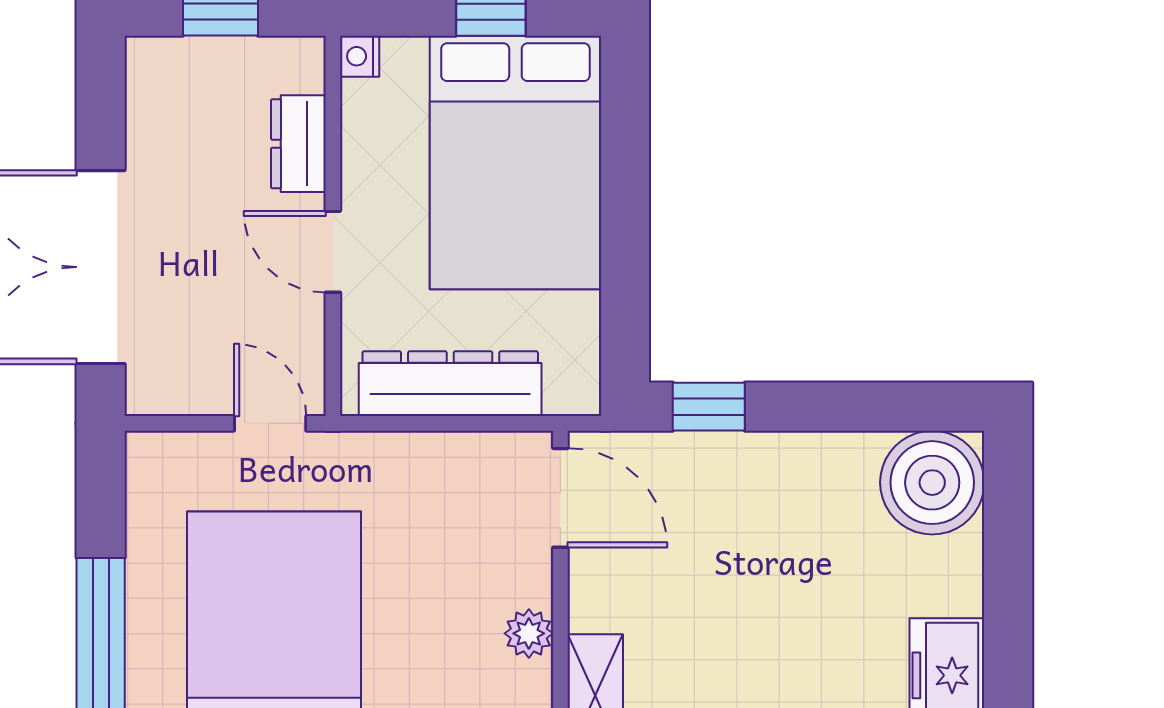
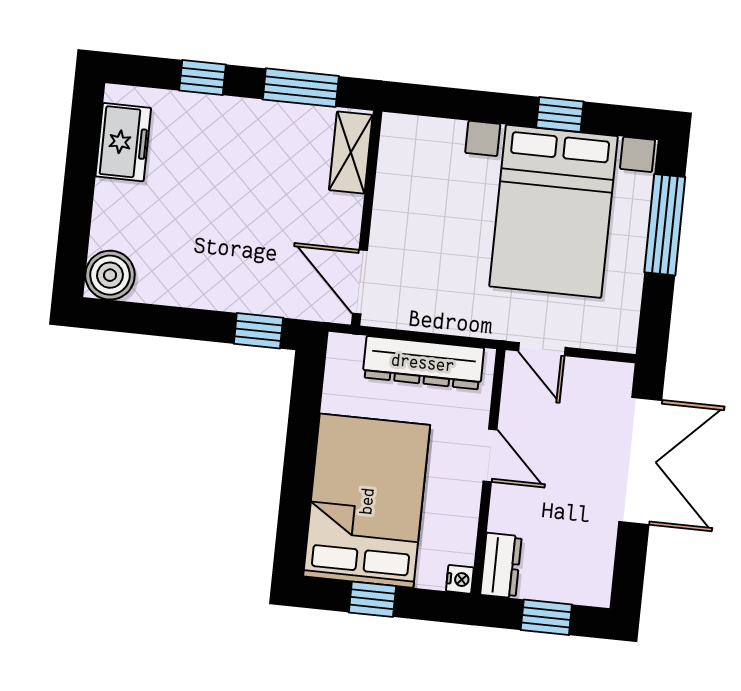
dresser: (298, 144) -> (501, 565), moved
boiler: (932, 483) -> (110, 275), width x0.73, depth x0.73
plant: (529, 633) -> (389, 197), removed

